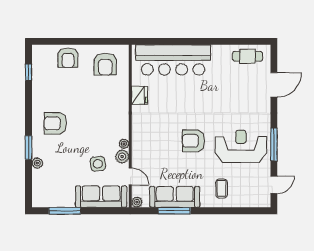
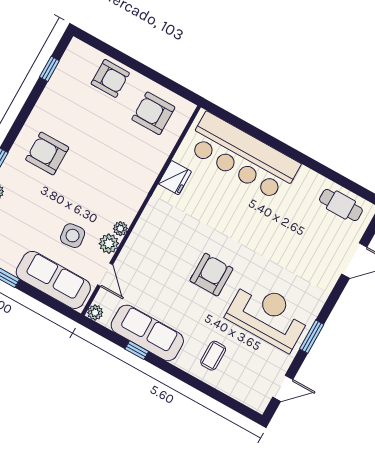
armchair: (68, 58) -> (110, 78), turned -90
armchair: (105, 64) -> (153, 113), turned 90
armchair: (194, 141) -> (211, 275), turned 90
window: (274, 144) -> (312, 337), width x0.69
window: (174, 211) -> (137, 350), width x0.46

